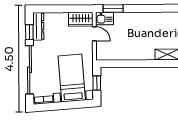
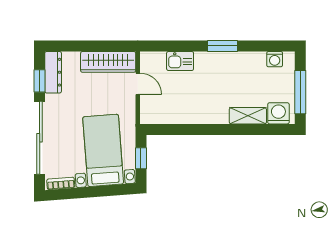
window: (113, 9) -> (222, 46), moved
wardrobe: (81, 19) -> (108, 62), width x1.50
kitchen sink: (105, 19) -> (180, 61), moved

